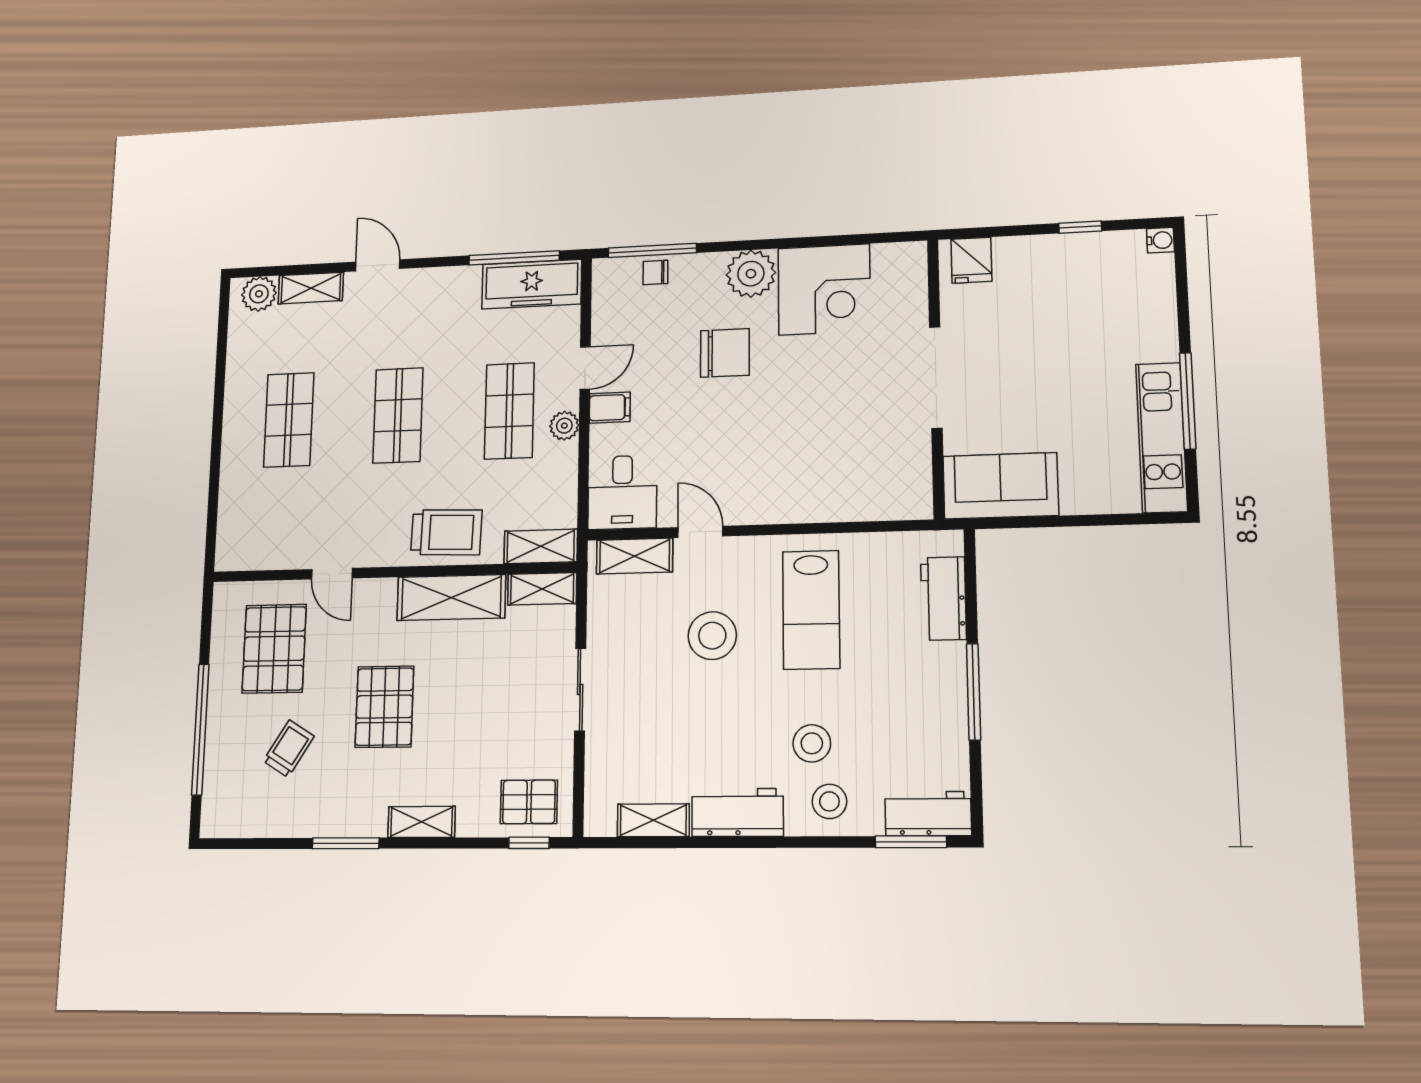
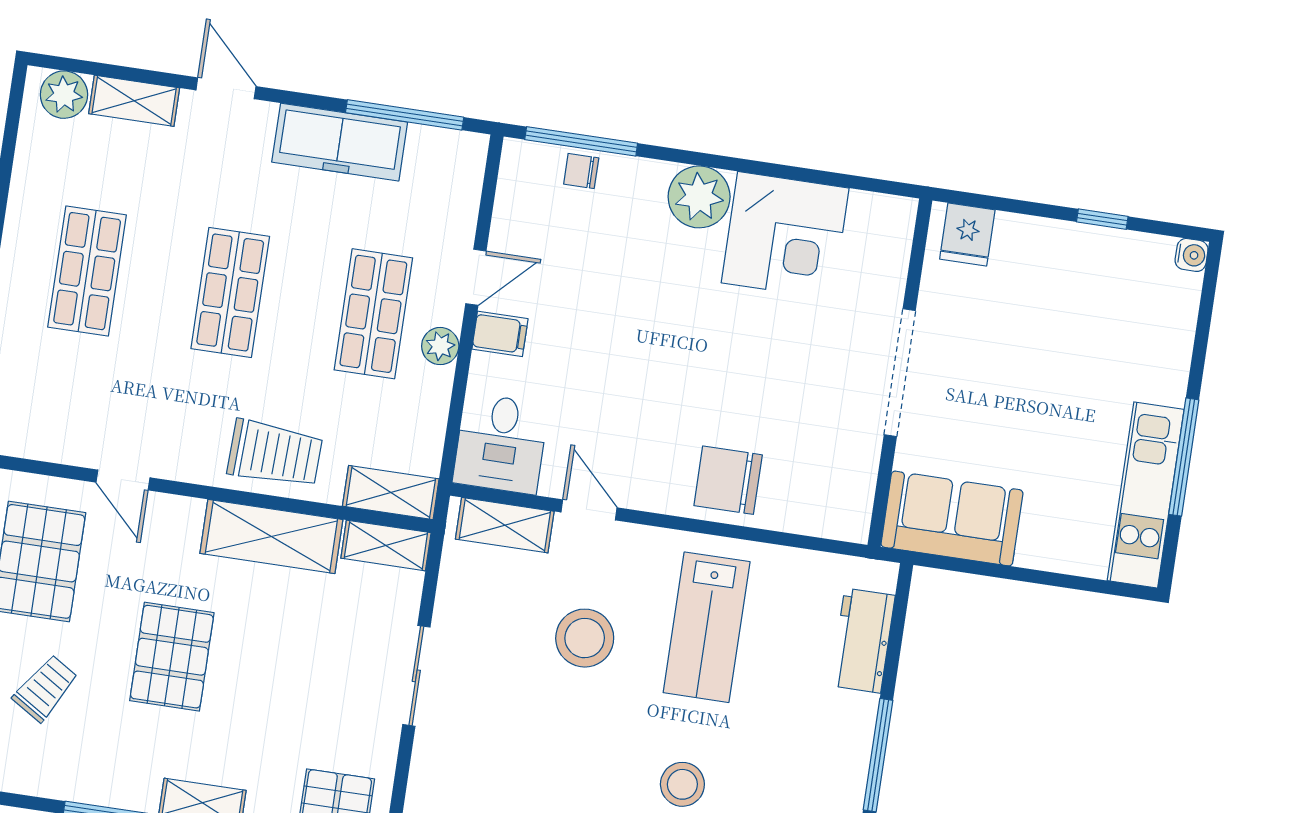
freezer: (532, 284) -> (340, 142), moved
chair: (725, 353) -> (728, 480), moved, turned 180

